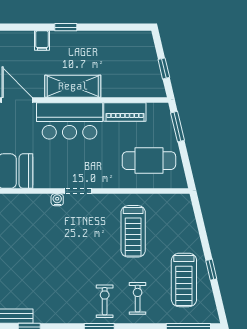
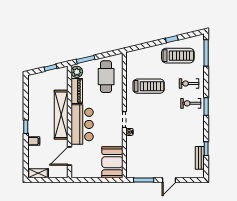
shelving: (73, 86) -> (61, 115), width x1.47
plant: (157, 112) -> (77, 72), added

